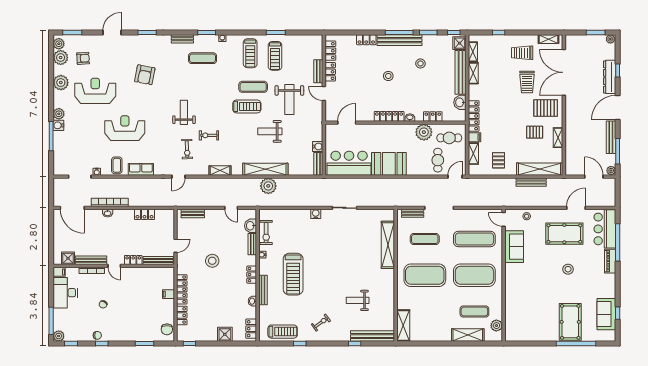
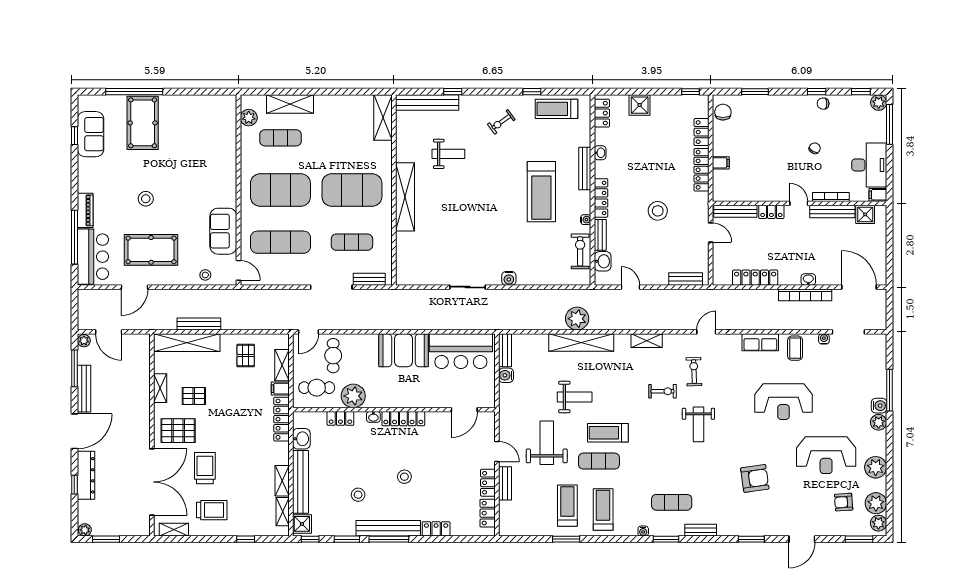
armchair: (145, 75) -> (755, 478), turned 71
locker: (145, 214) -> (755, 278), width x1.53
shelving: (388, 245) -> (405, 197), moved
door: (176, 246) -> (711, 233), swing flipped
treadmill: (293, 274) -> (541, 192), turned 180
locker: (252, 275) -> (601, 198), width x1.53

